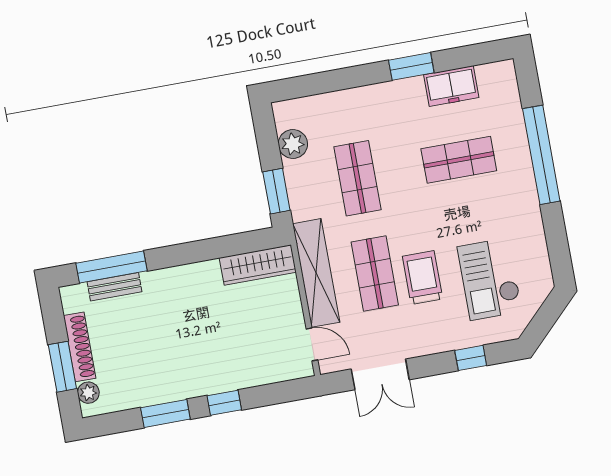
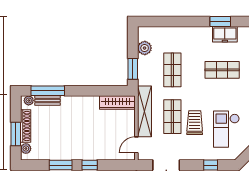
window: (411, 66) -> (220, 21), moved
plant: (76, 294) -> (29, 100), added
door: (312, 344) -> (136, 145), swing flipped

